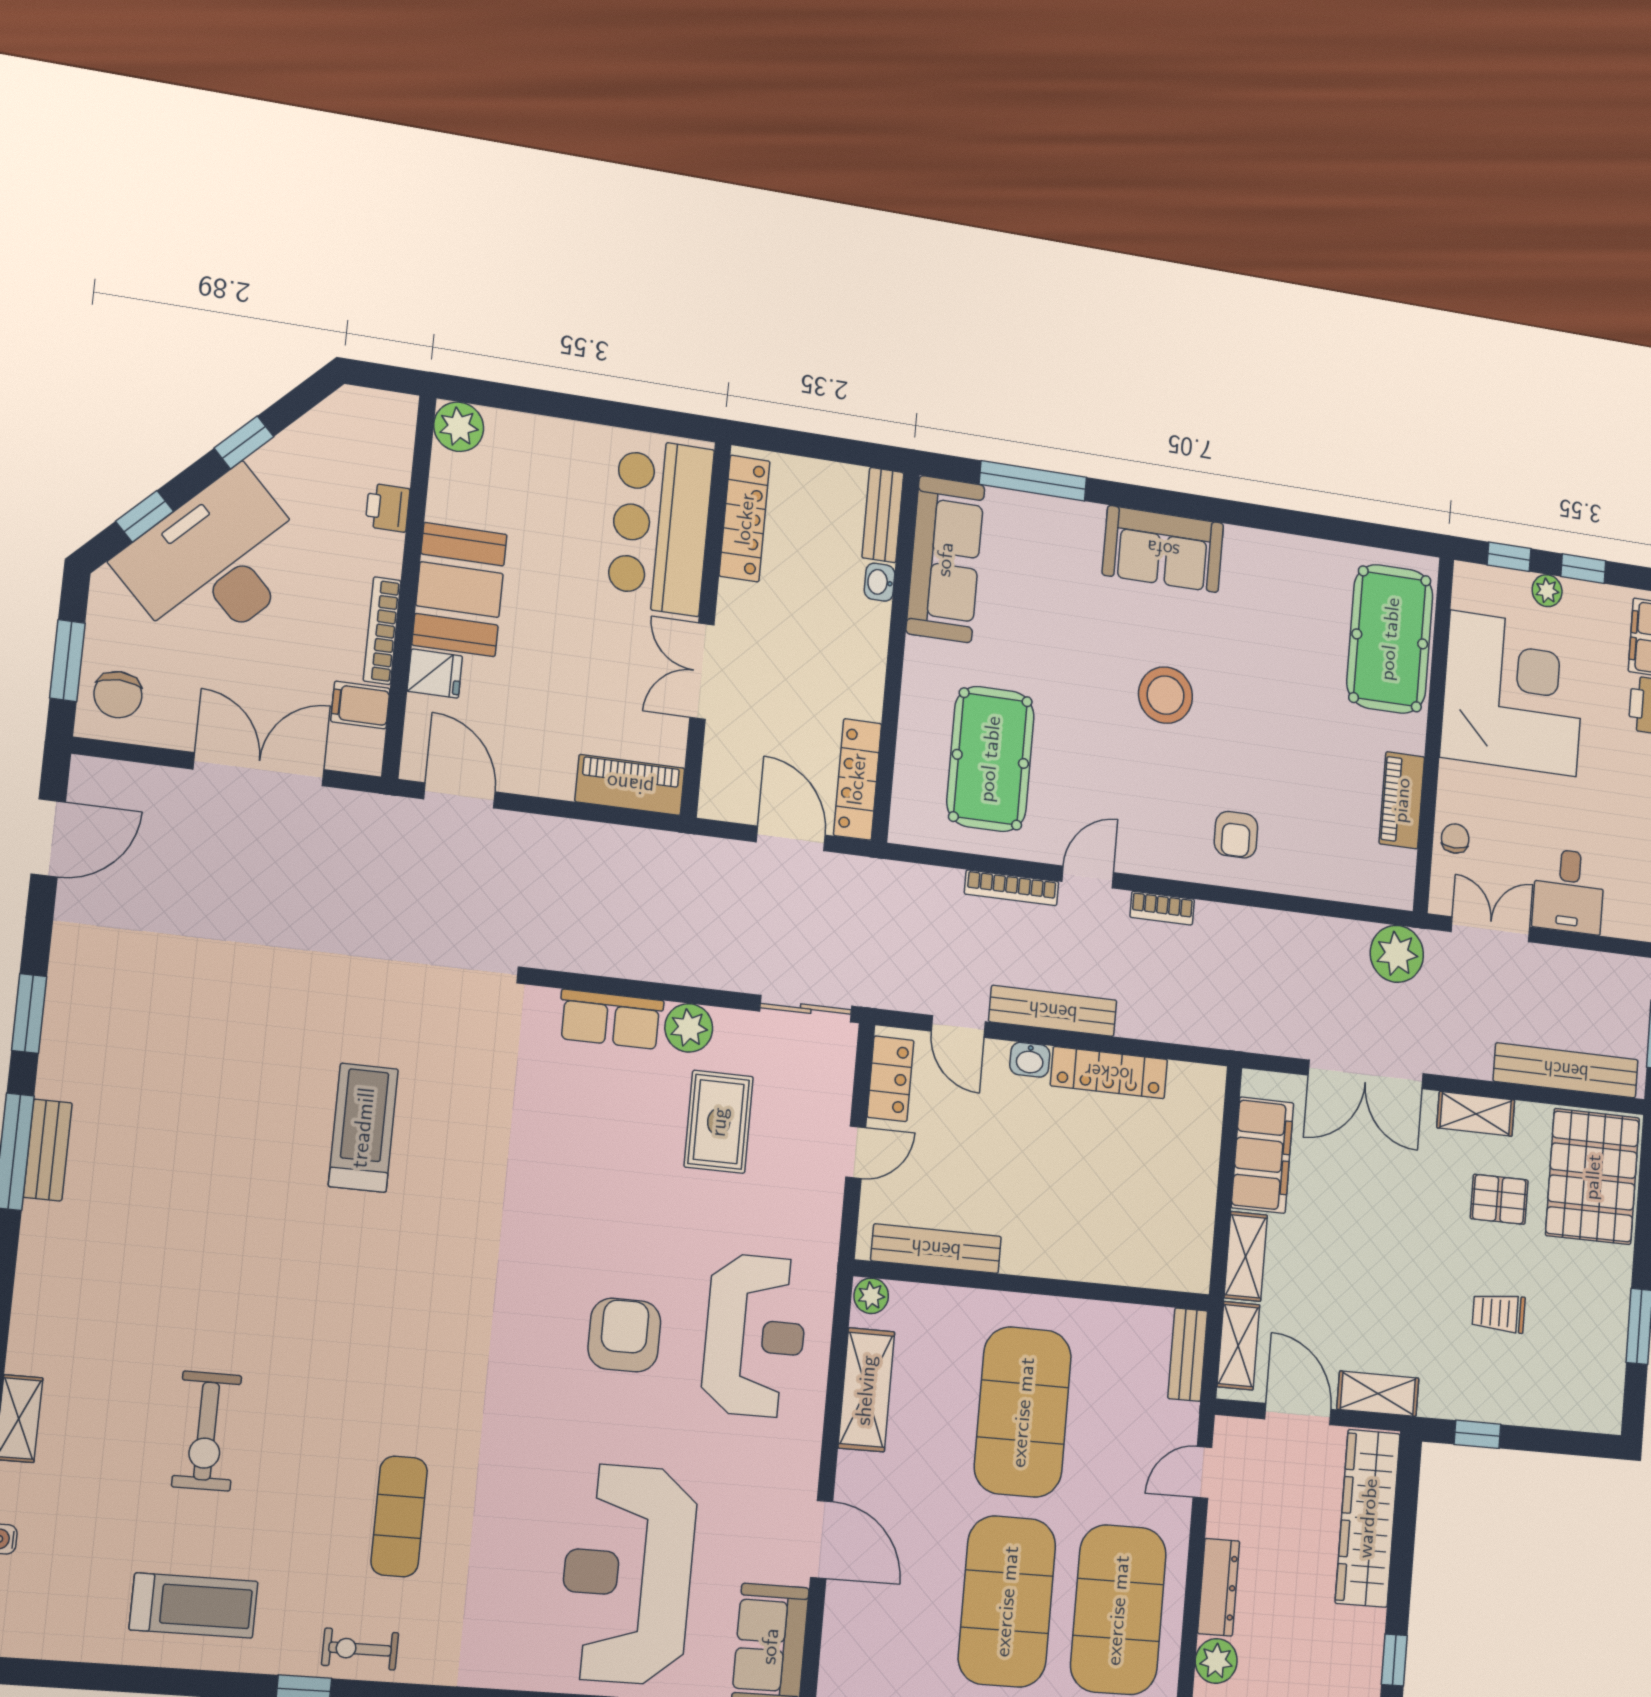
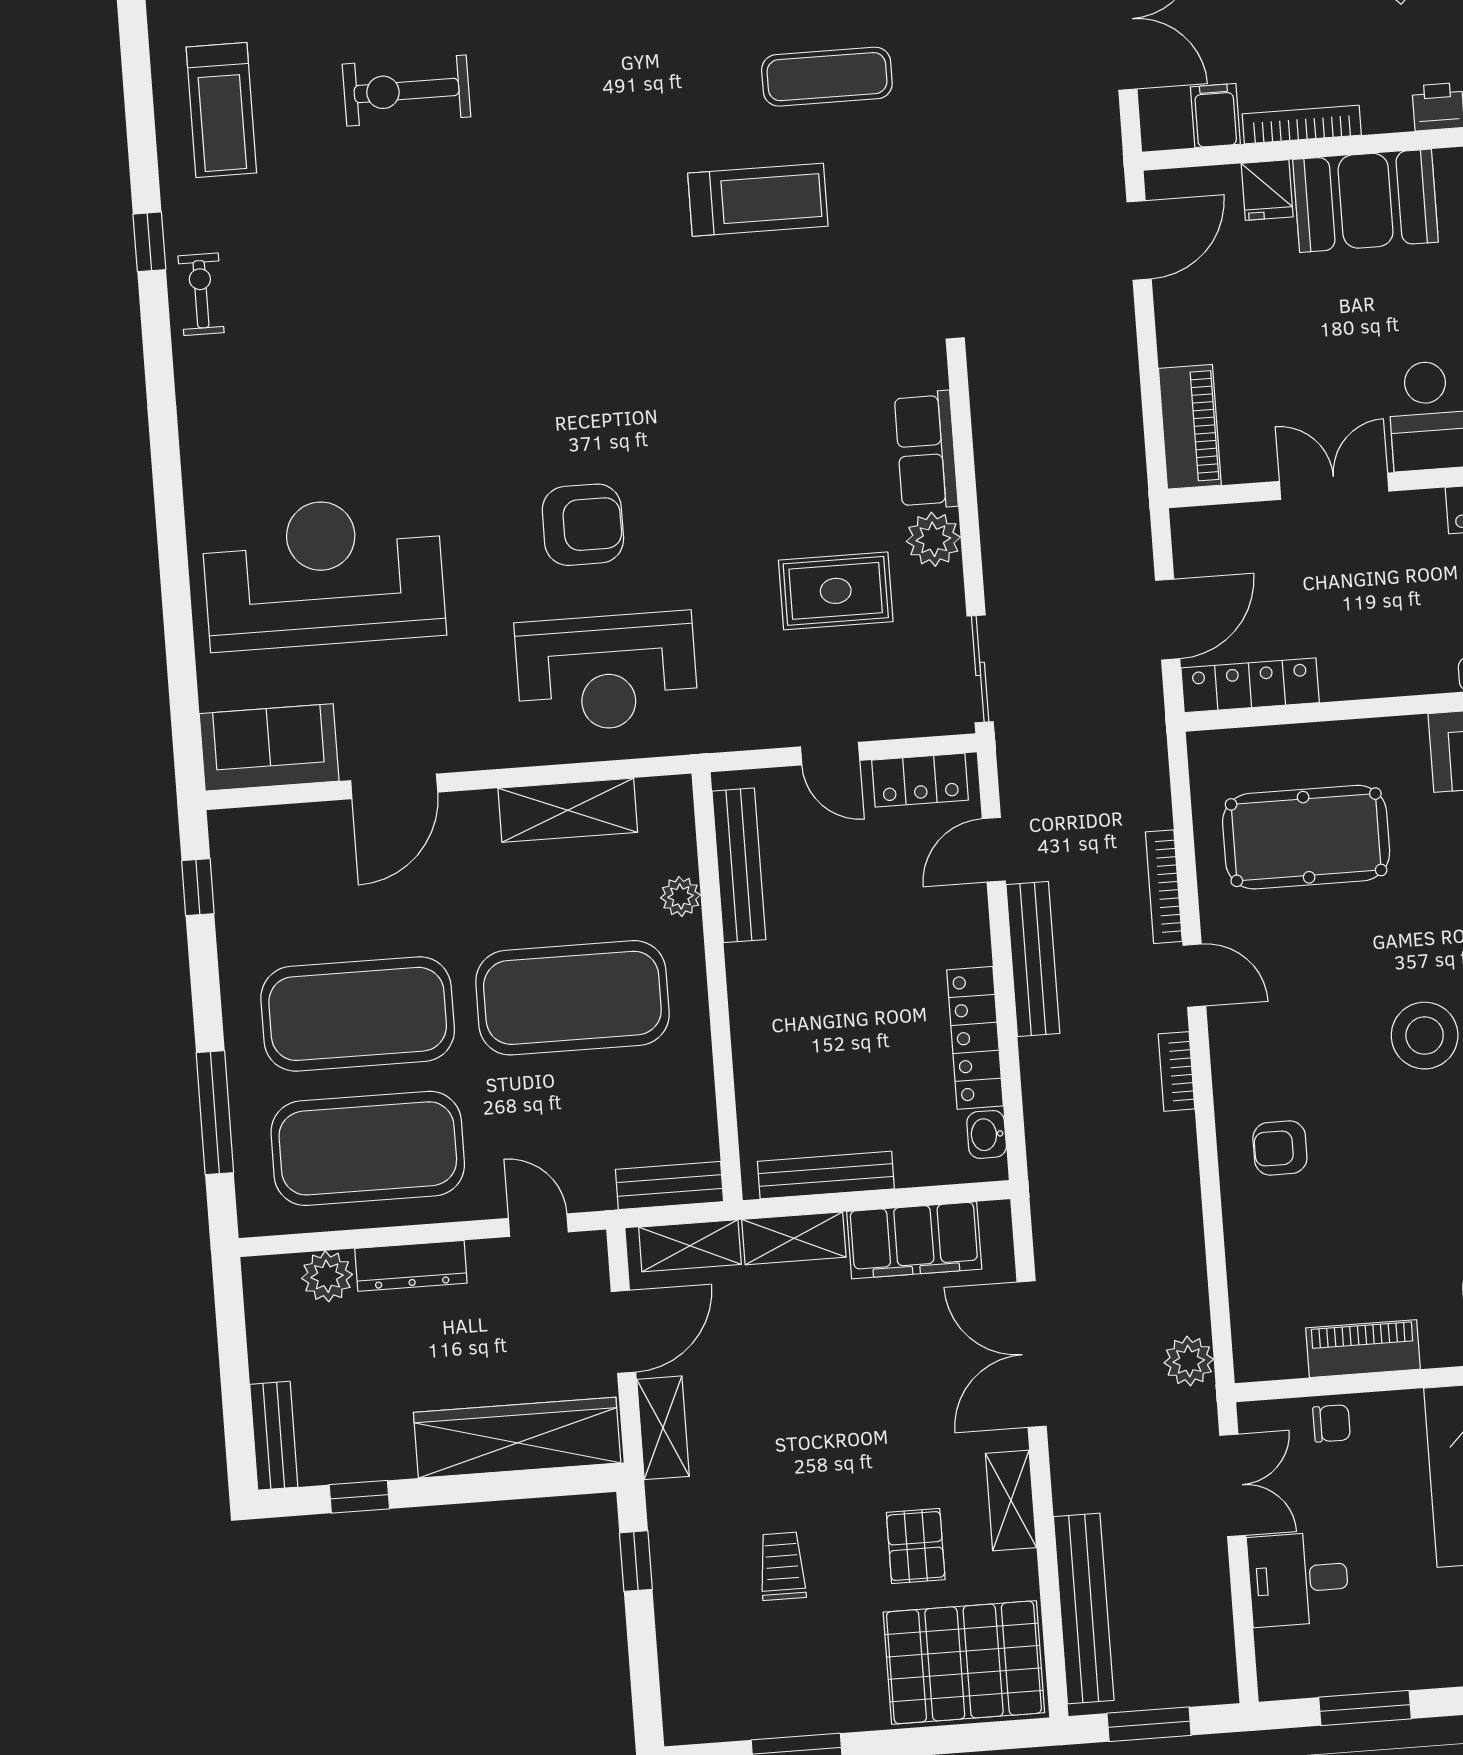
plant: (1397, 954) -> (1189, 1361), width x0.73, depth x0.73
washbasin: (1030, 1060) -> (987, 1134), moved
bench: (1200, 1220) -> (826, 1175), added
plant: (871, 1296) -> (680, 896), moved
exercise mat: (399, 1516) -> (827, 77), moved

